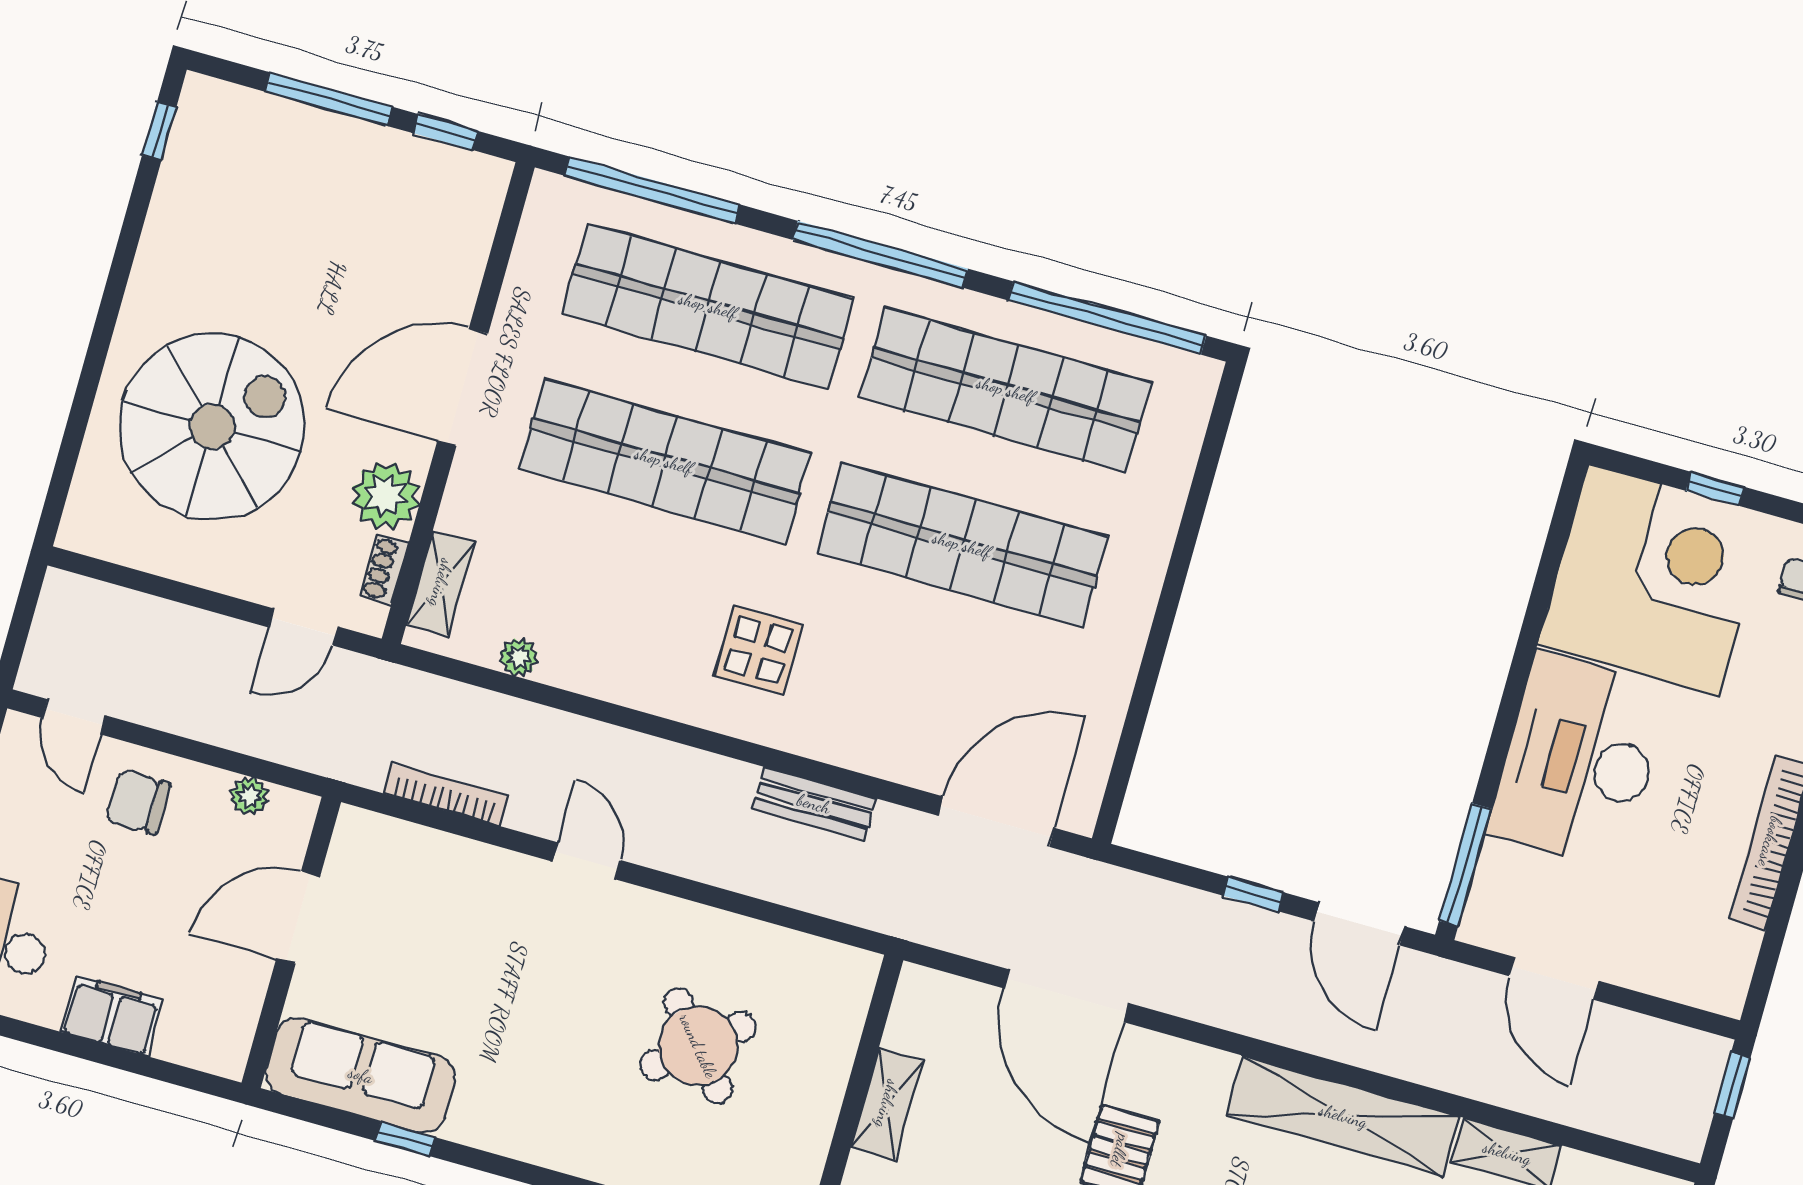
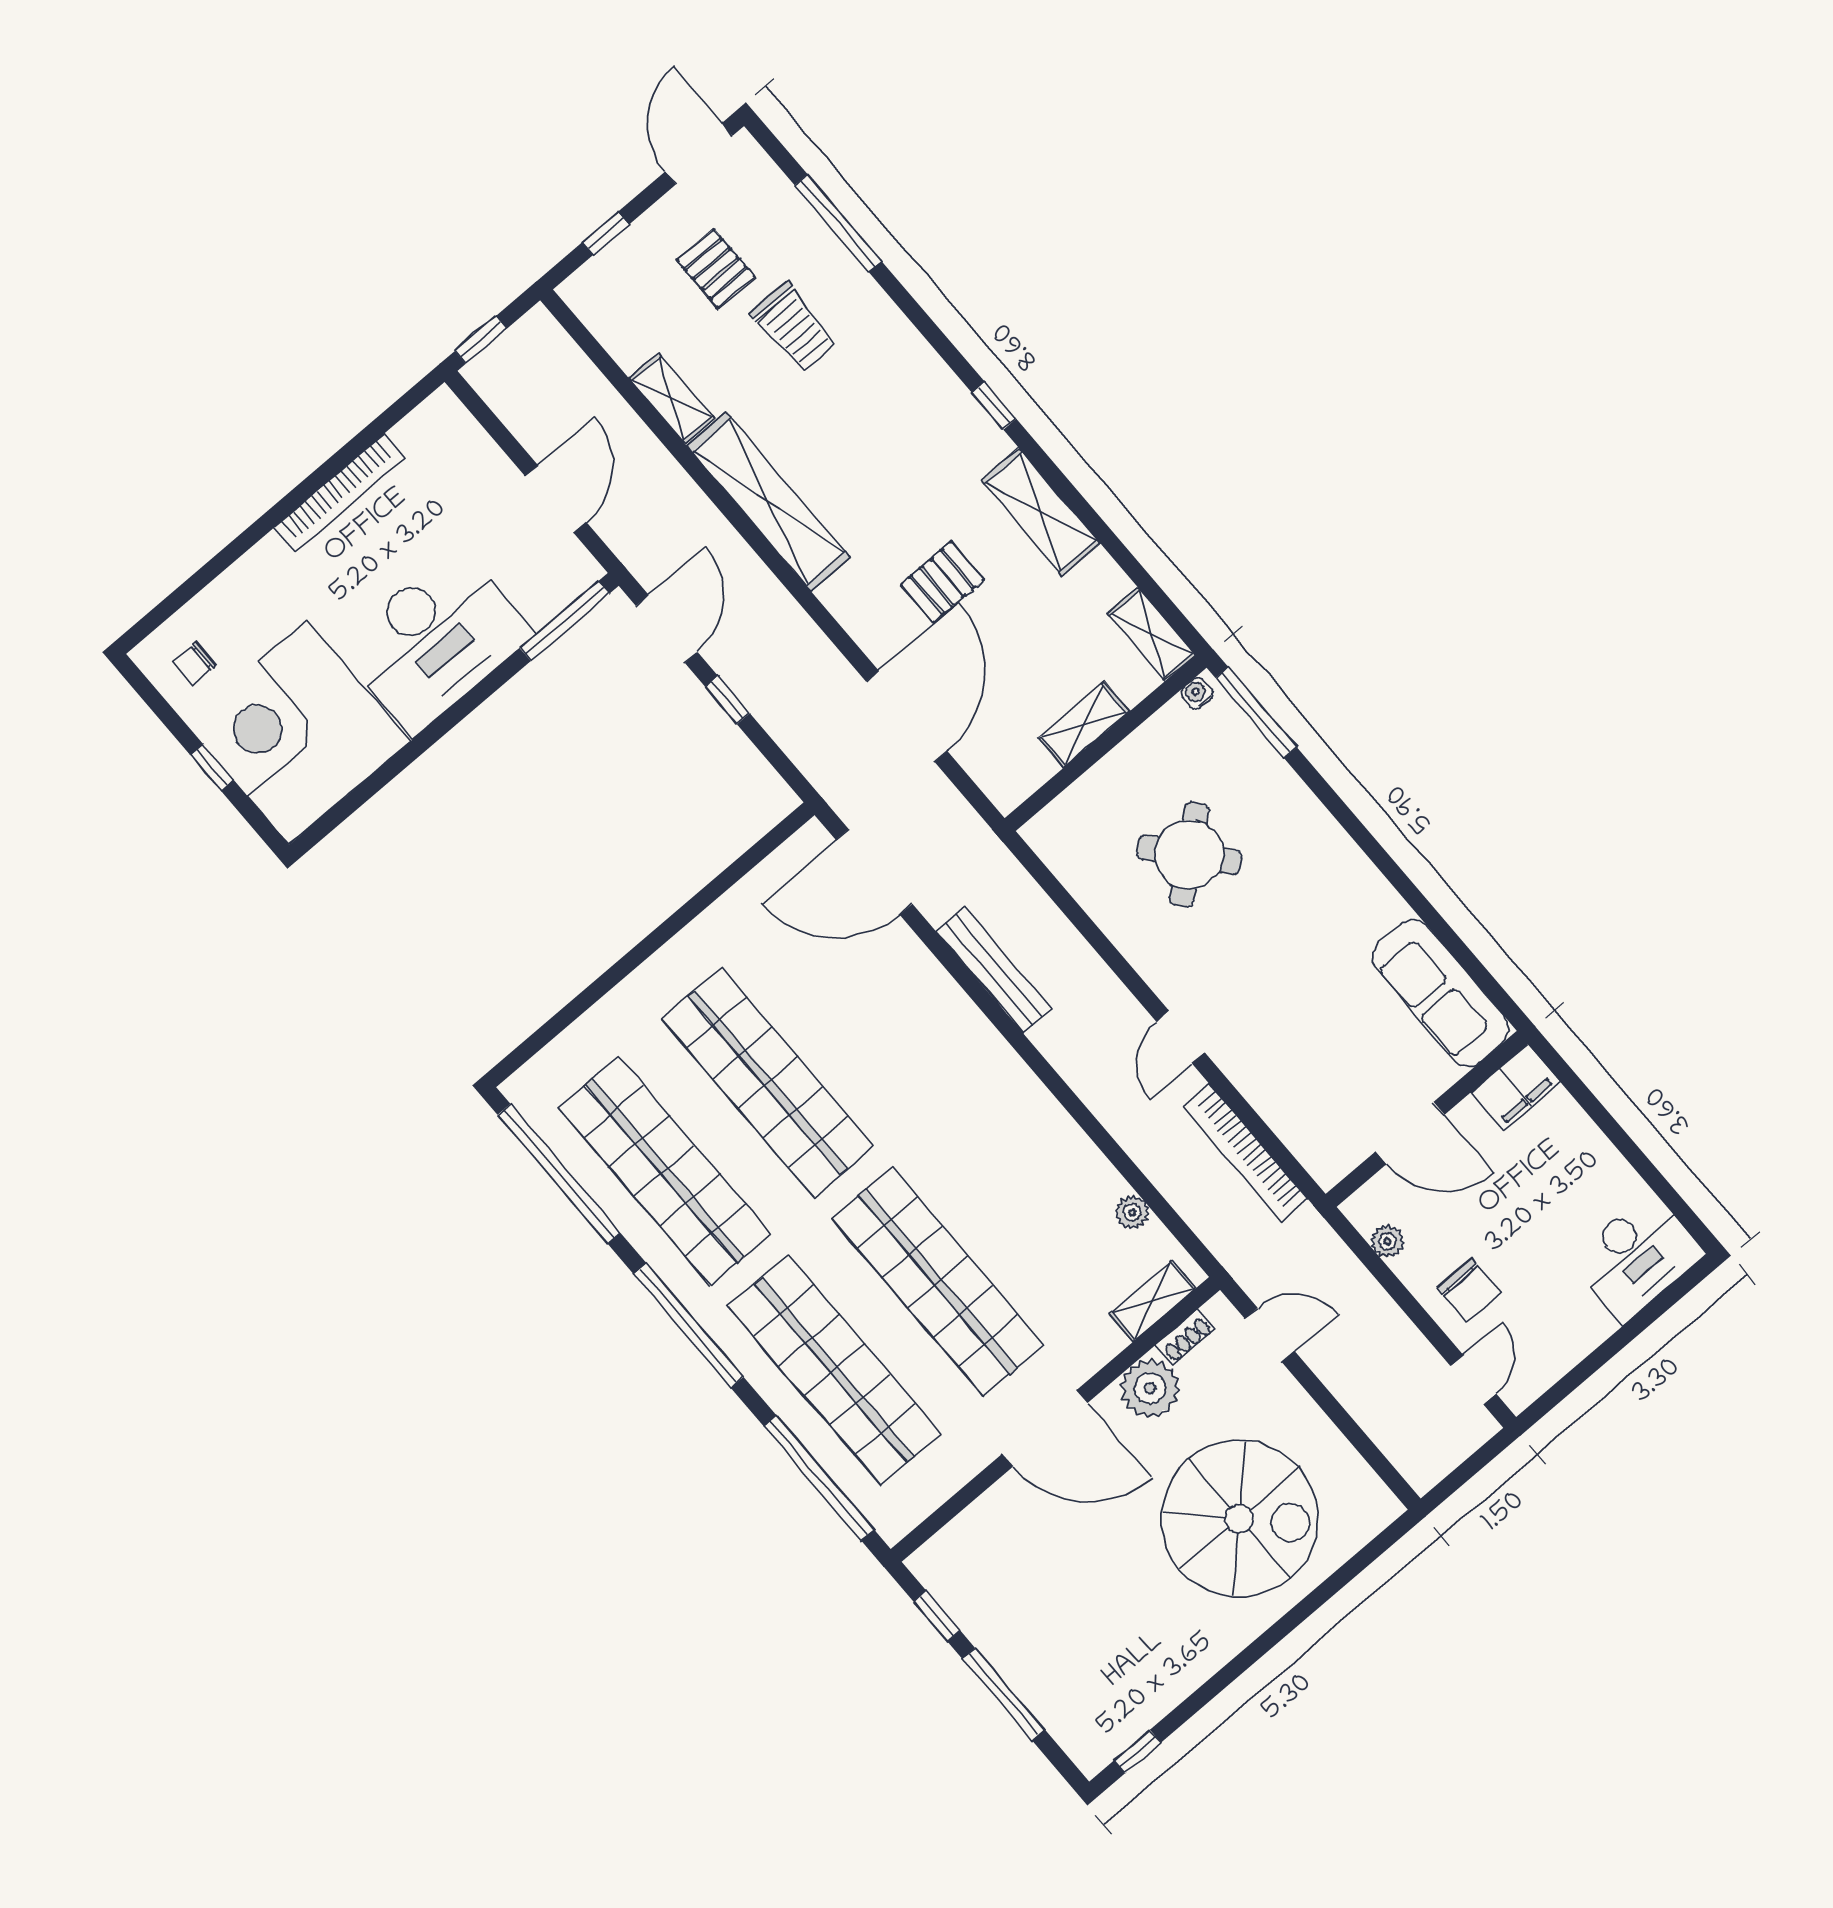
spiral stairs: (212, 427) -> (1239, 1519), turned 180
display table: (758, 650) -> (961, 1104), removed
bookcase: (446, 795) -> (1246, 1153), width x1.48, depth x1.31
bench: (814, 804) -> (994, 970), width x1.36
filing cabinet: (112, 1016) -> (1515, 1087), moved, turned -90
window: (405, 1139) -> (1439, 927), removed

